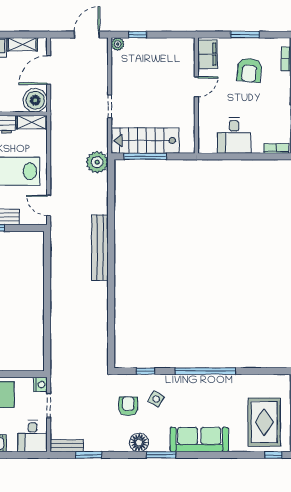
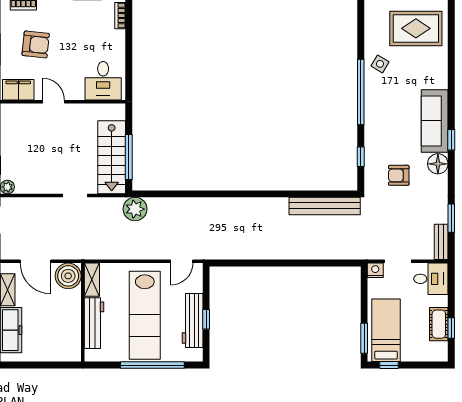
desk: (234, 135) -> (103, 81), moved, turned 90
bench: (100, 248) -> (325, 206), moved
side table: (156, 399) -> (380, 64), moved
sofa: (199, 440) -> (435, 121), moved
window: (161, 455) -> (451, 140), width x0.67
window: (273, 455) -> (451, 19), removed

